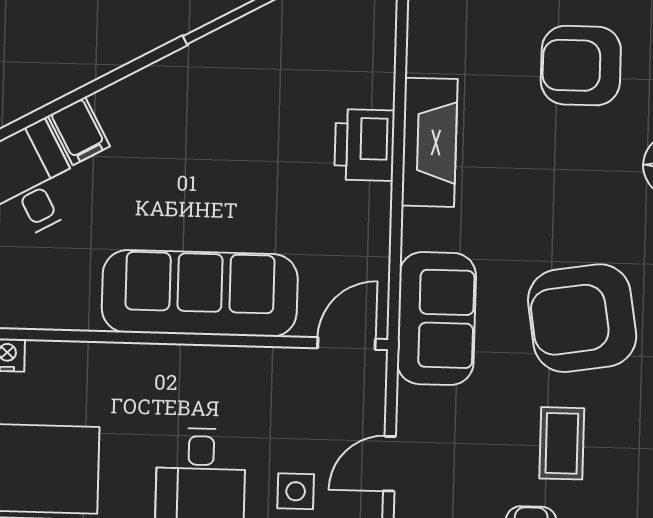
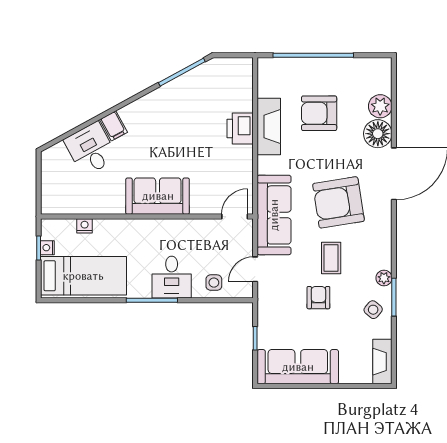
armchair: (581, 66) -> (319, 113), moved
sofa: (200, 293) -> (158, 196), width x0.73
sofa: (436, 319) -> (274, 215), width x1.36

